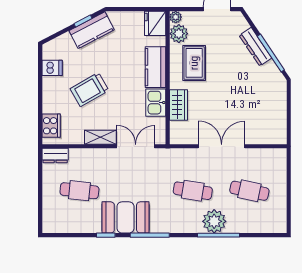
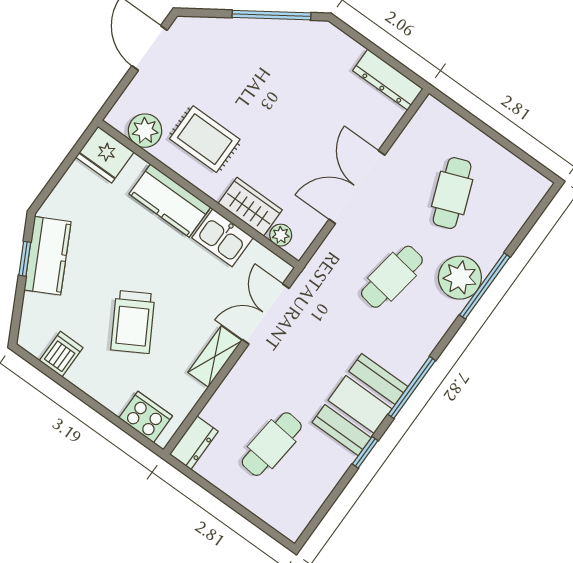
plant: (176, 17) -> (281, 235), moved
dresser: (255, 47) -> (388, 80), moved, turned 34
cafe table: (249, 191) -> (452, 193), turned -33

